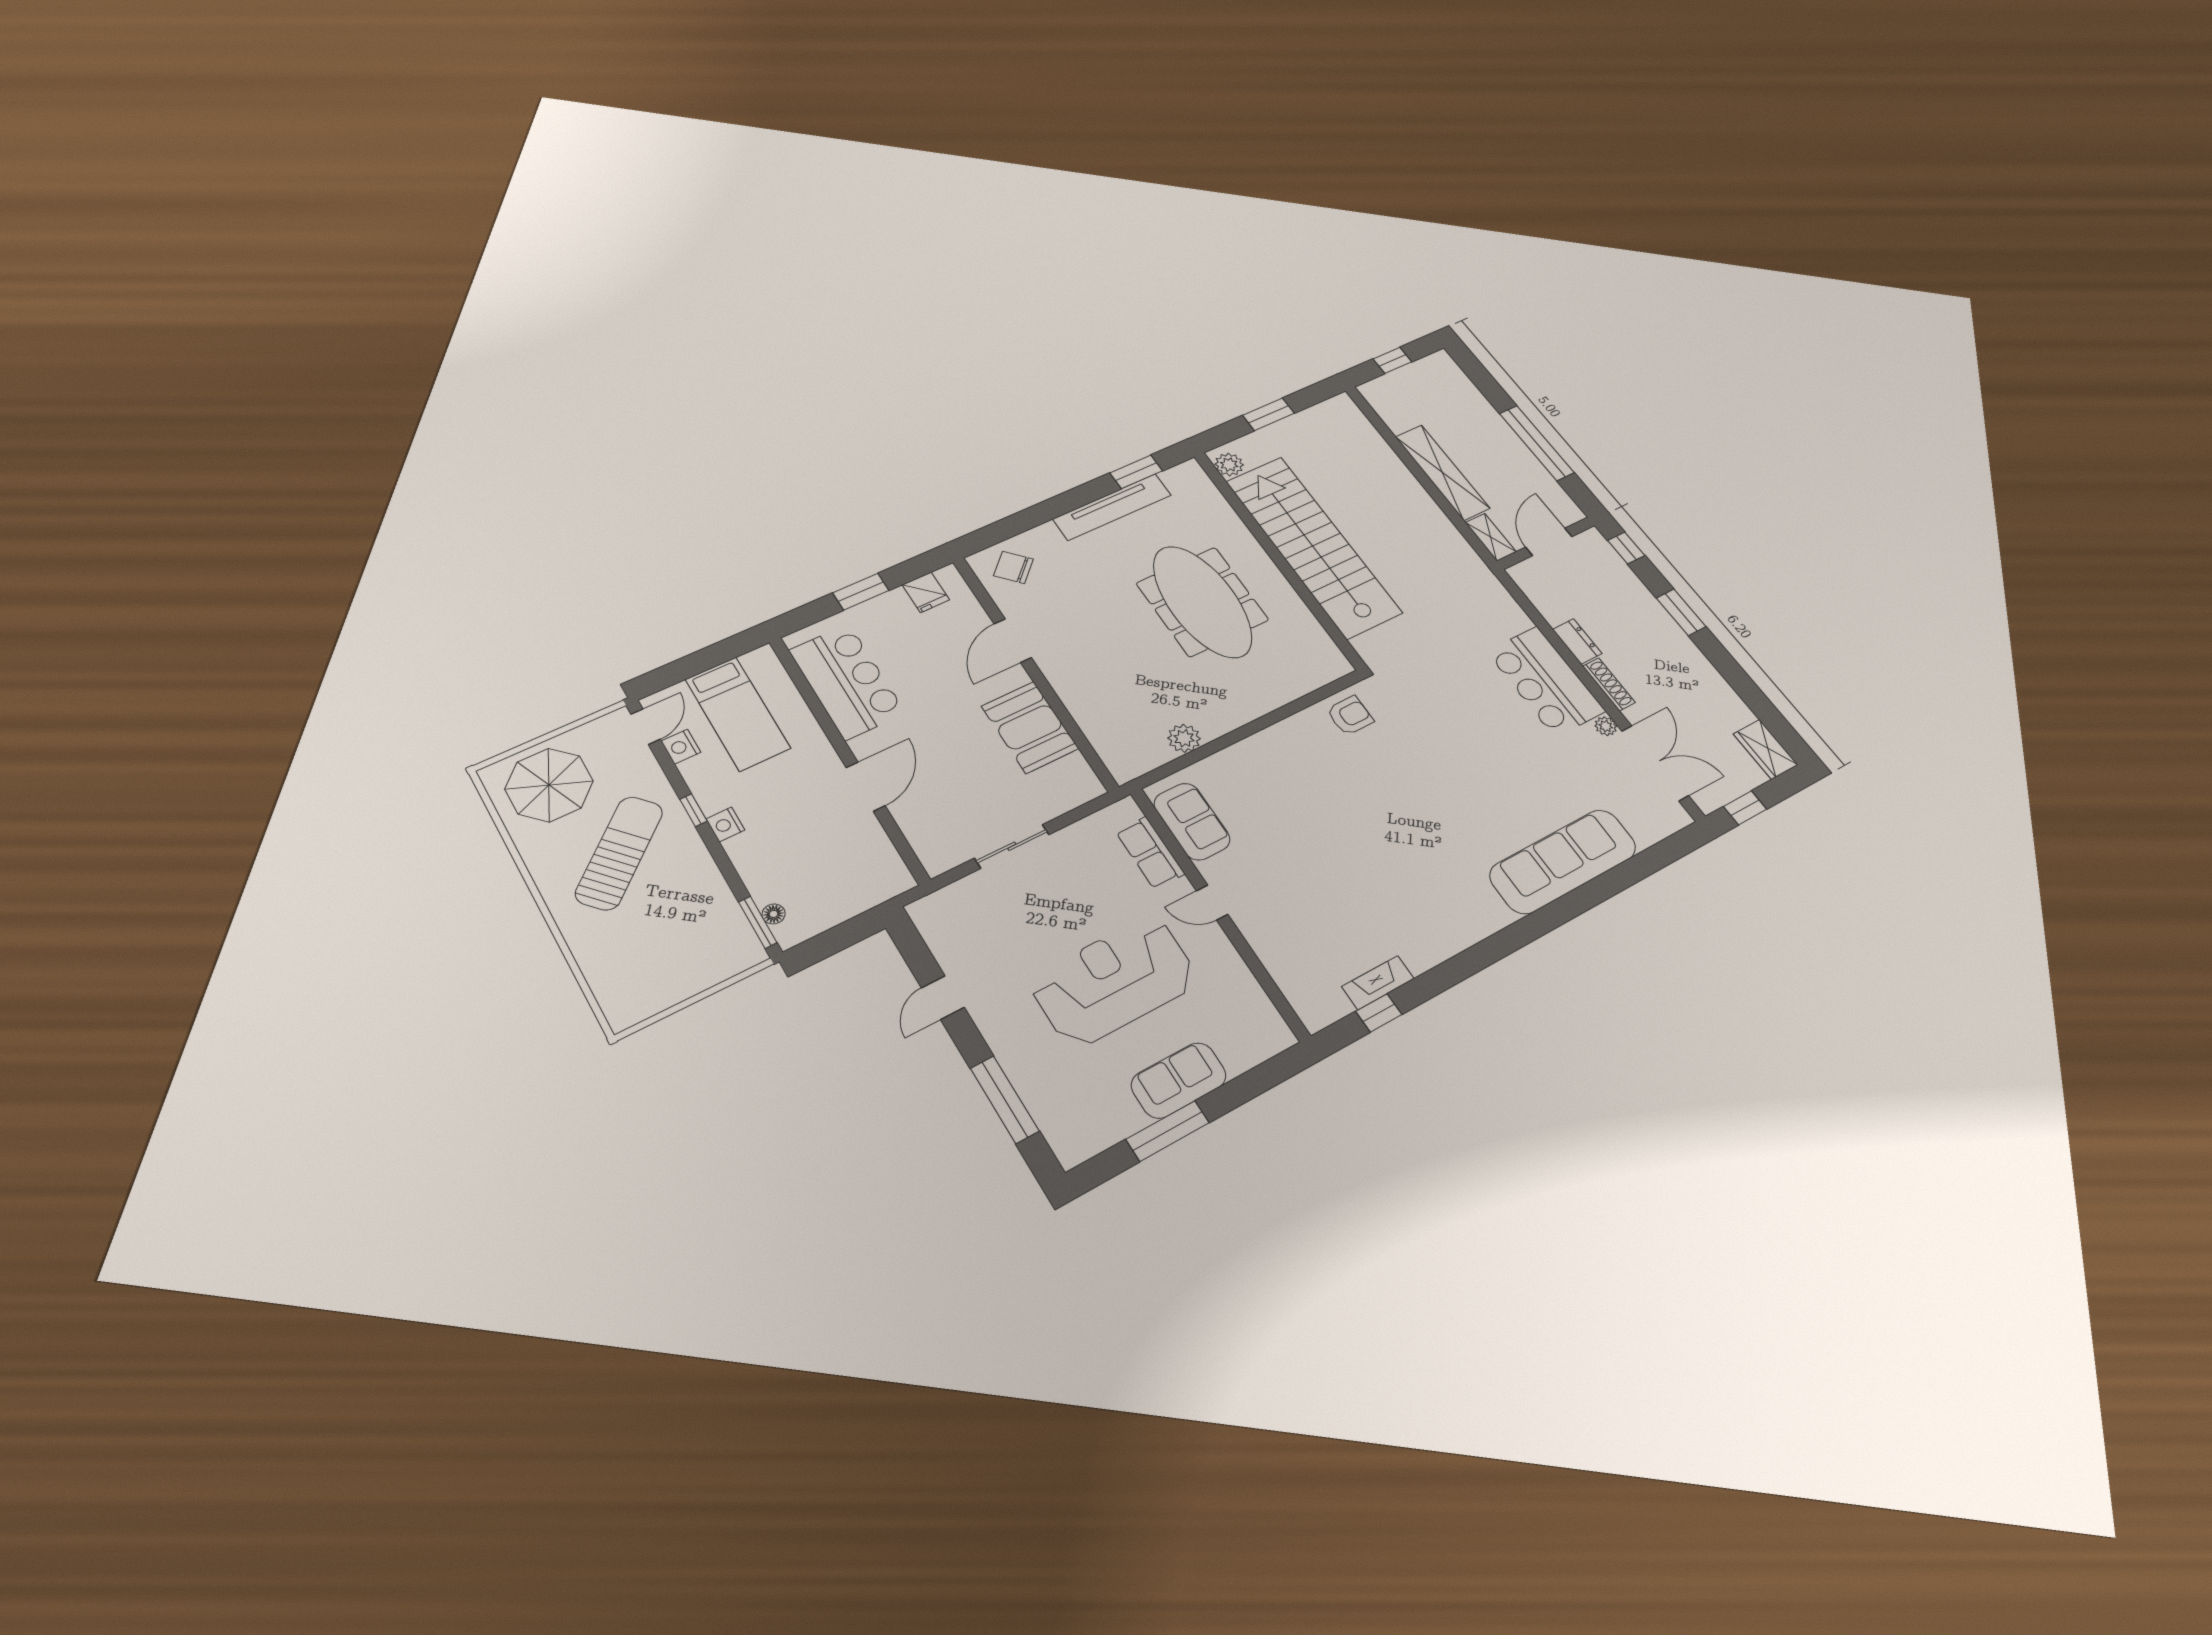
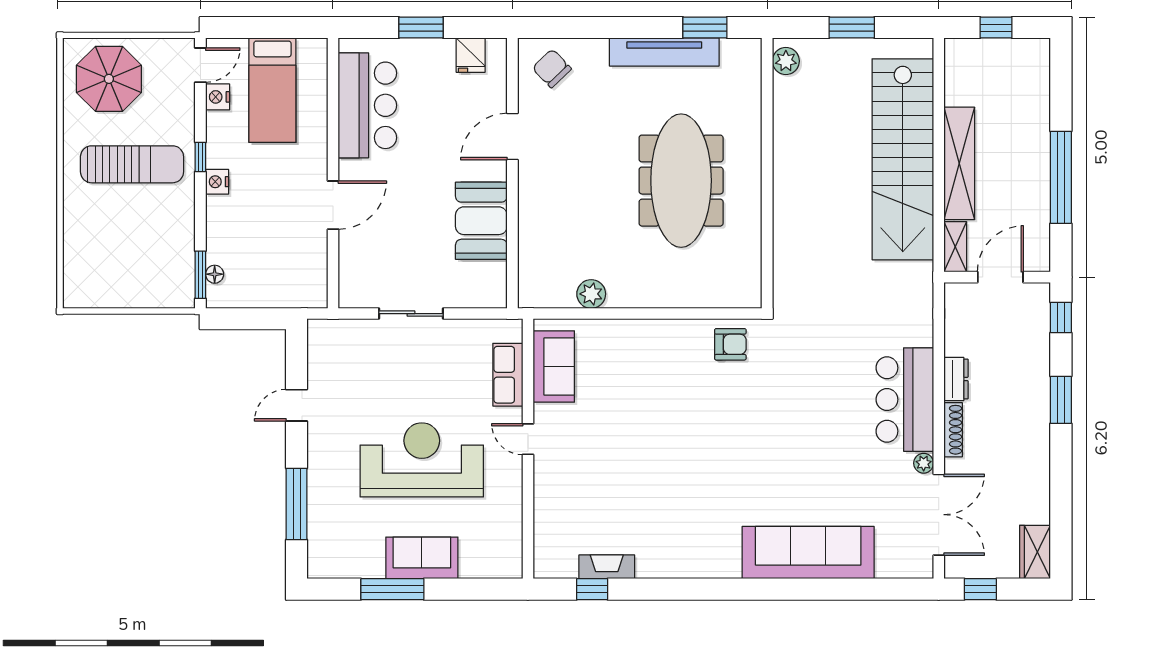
stairs: (1313, 546) -> (903, 159), moved, turned 180
sun lounger: (619, 853) -> (132, 164), turned 42

